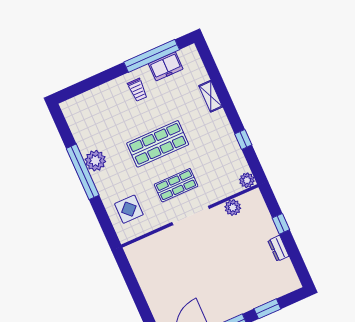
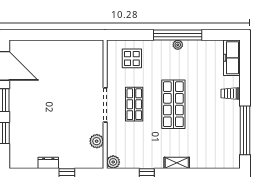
freezer: (166, 66) -> (232, 58), moved, width x1.40
trolley: (137, 90) -> (230, 93), moved
shelving: (211, 96) -> (177, 163), moved
plant: (95, 161) -> (178, 45), width x0.53, depth x0.53

